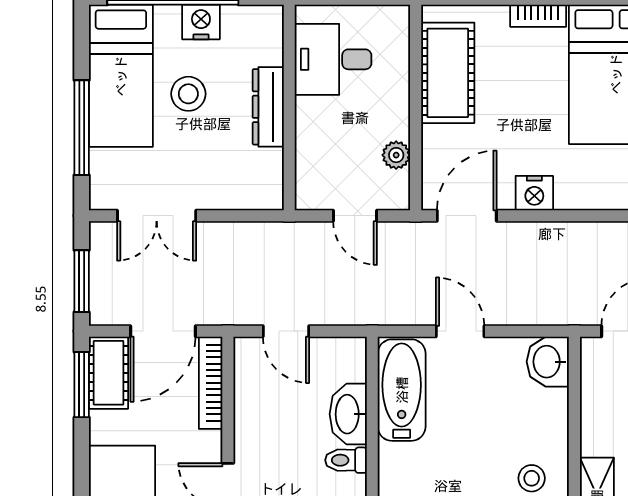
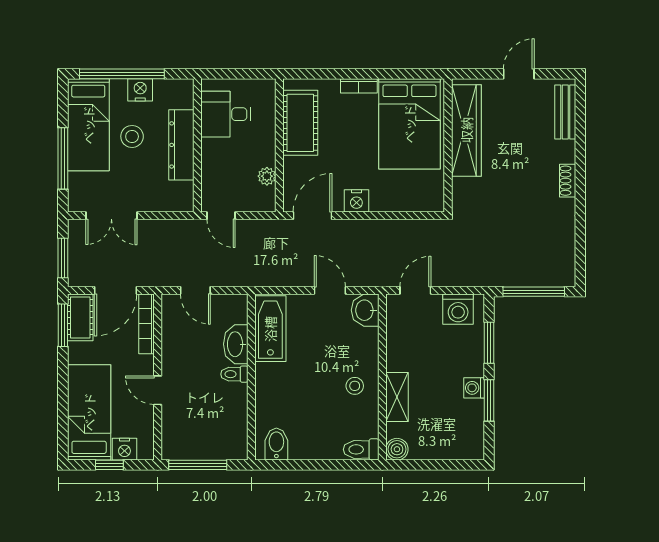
dresser: (268, 107) -> (181, 145), width x1.37, depth x1.24
door: (355, 216) -> (221, 216), moved
door: (460, 331) -> (330, 290), moved

